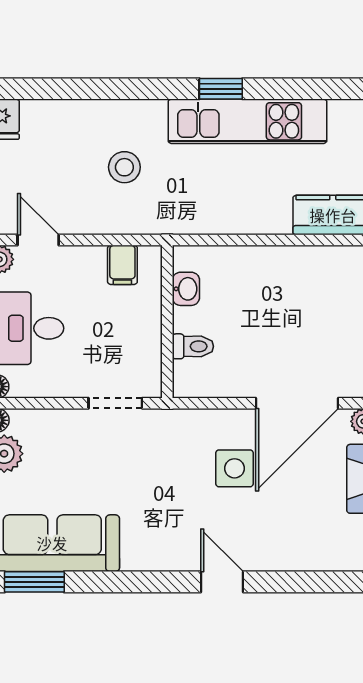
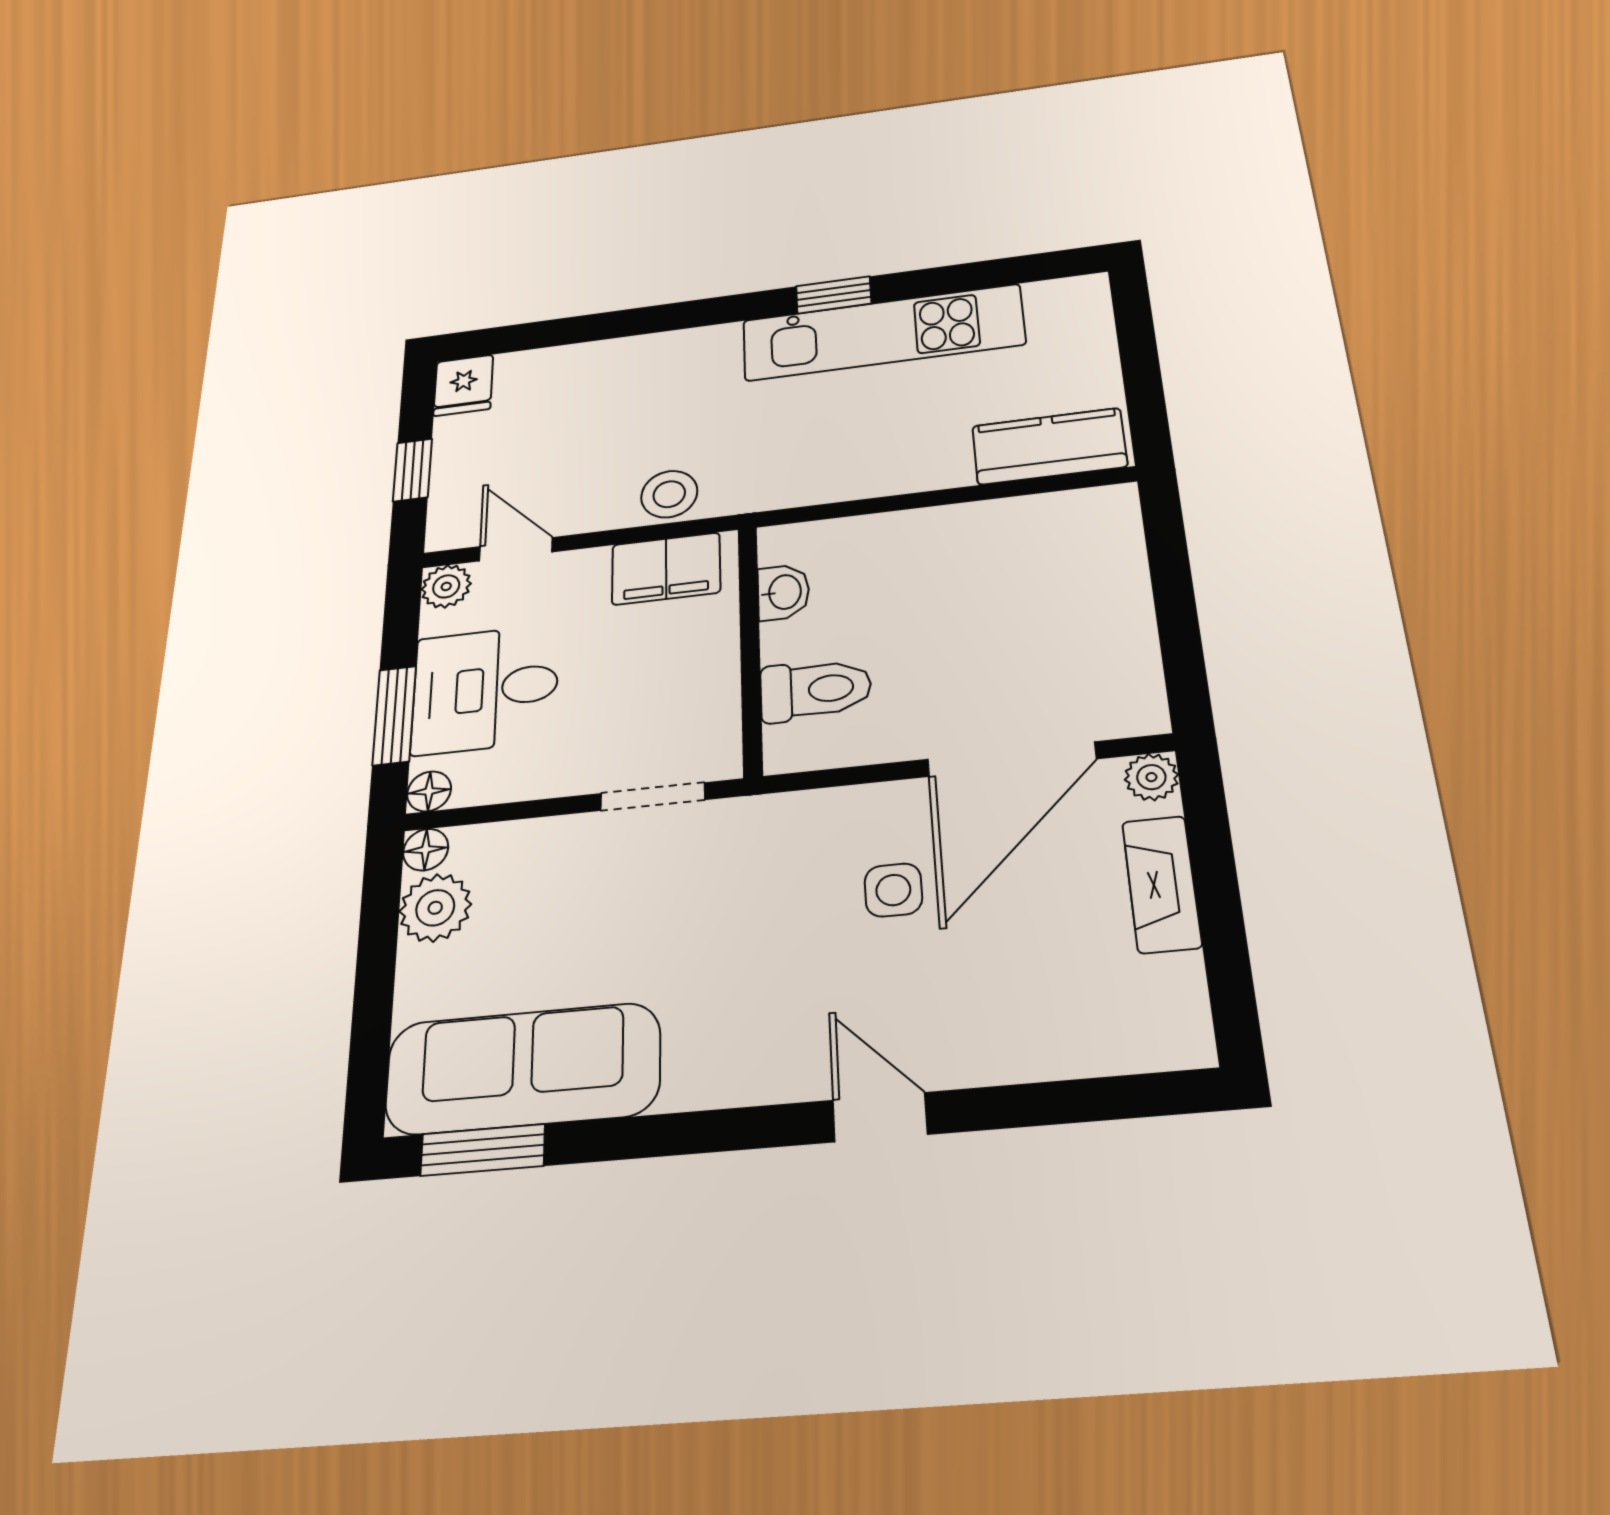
stool: (124, 167) -> (669, 494), moved
filing cabinet: (122, 265) -> (666, 569), width x2.00
toilet: (193, 346) -> (816, 690), width x1.37, depth x1.39
side table: (235, 468) -> (893, 890), width x0.73, depth x0.73

